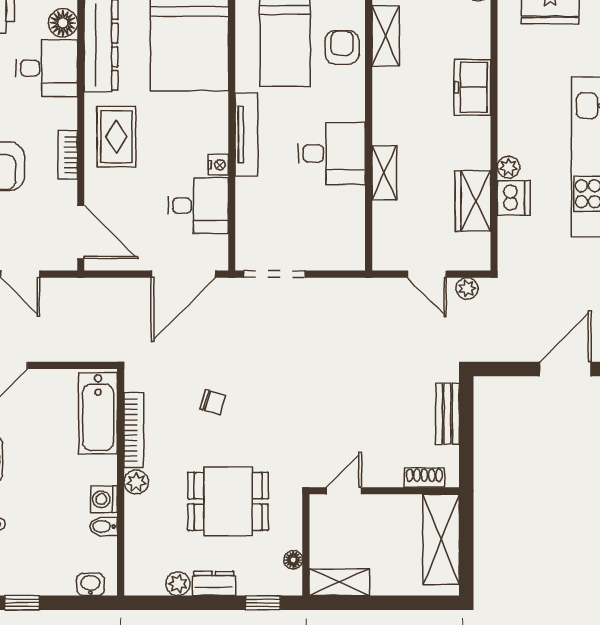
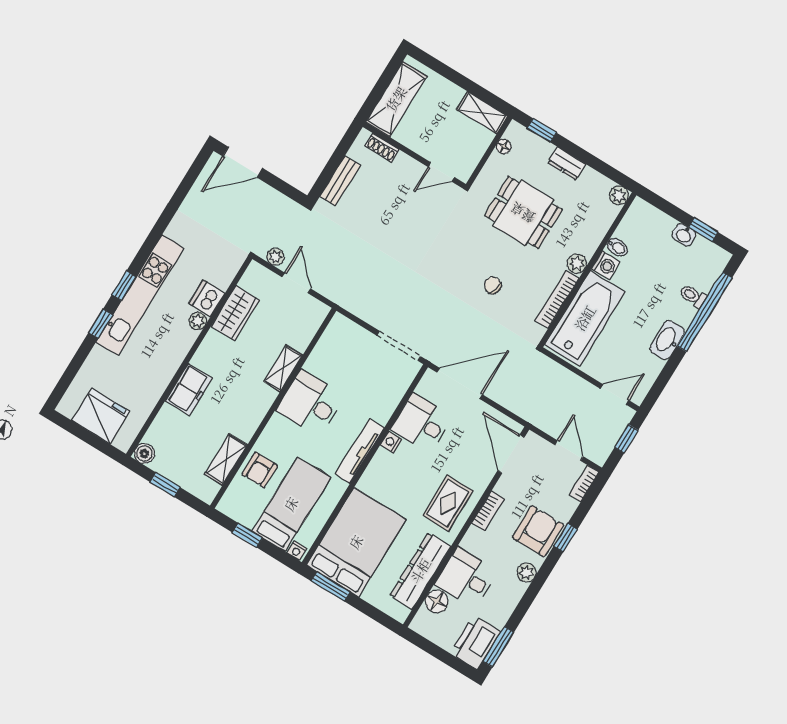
bathtub: (98, 413) -> (585, 318), width x1.36, depth x1.36
washbasin: (90, 584) -> (684, 235), moved
plant: (178, 584) -> (619, 195), moved

